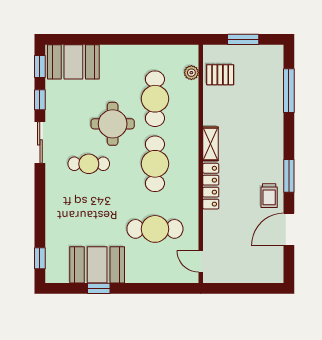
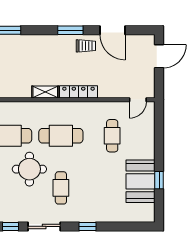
cafe table: (155, 229) -> (112, 136), width x0.73, depth x0.74
window: (40, 258) -> (88, 226), moved
door: (256, 288) -> (159, 56), added

